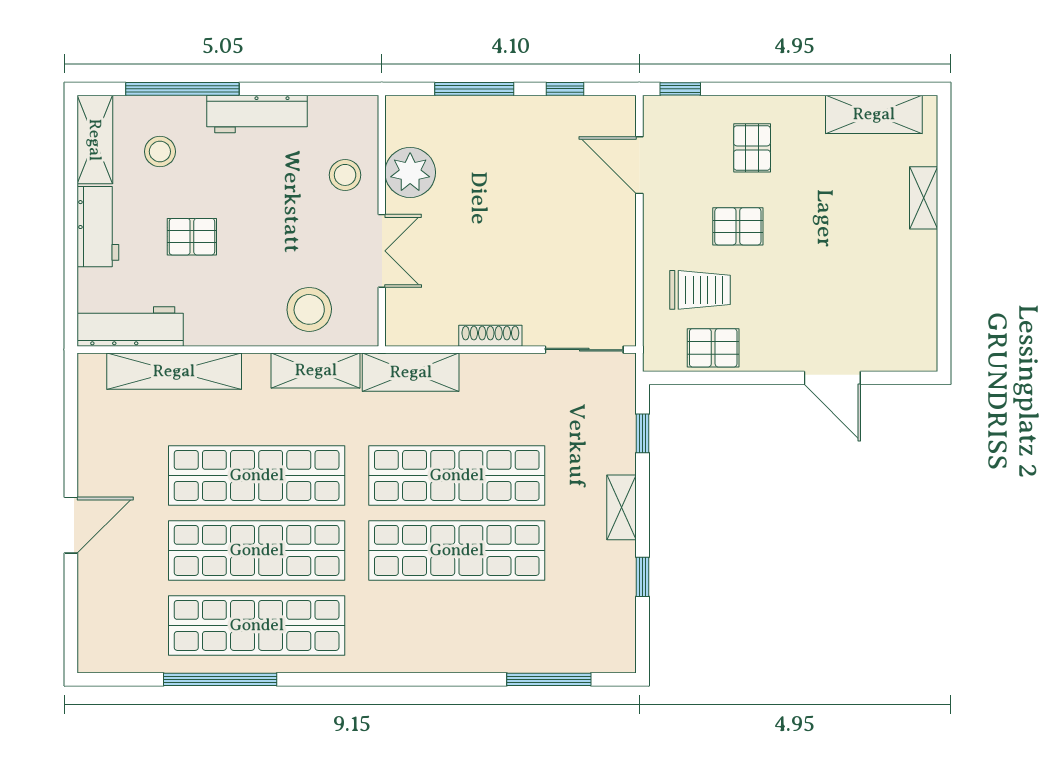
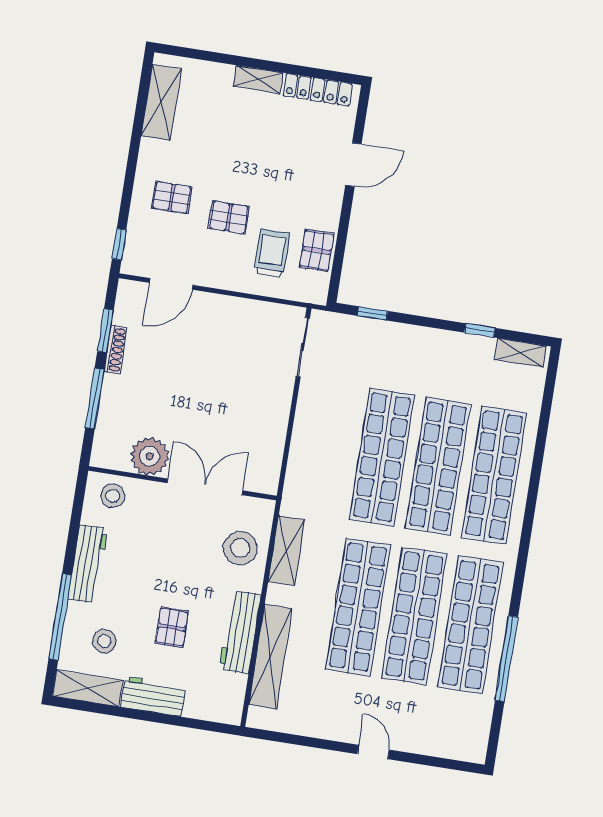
window: (565, 89) -> (105, 331), width x1.50
stool: (345, 175) -> (113, 496), moved
shelving: (924, 198) -> (258, 80), moved
pallet: (738, 226) -> (229, 217), turned 90
double door: (382, 251) -> (205, 487), width x1.37
locker: (923, 316) -> (317, 90), added
workbench: (130, 327) -> (240, 632), moved
shoe rack: (490, 336) -> (115, 350), moved, turned 180
shelving: (411, 372) -> (299, 480), removed
shelving: (622, 507) -> (520, 353), moved
door: (71, 525) -> (373, 752), width x0.73
shop shelf: (457, 625) -> (494, 475), added
window: (549, 679) -> (545, 413), removed

